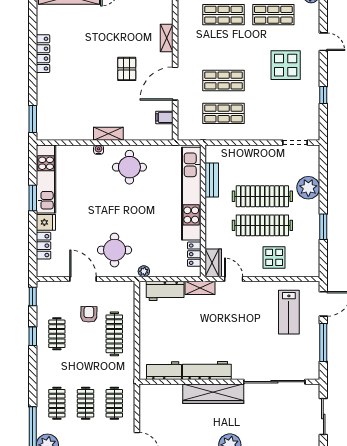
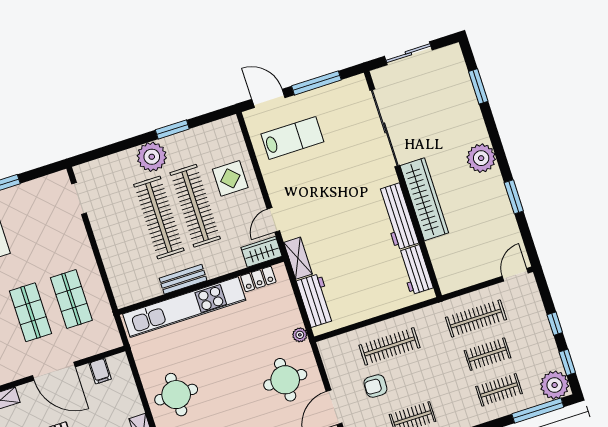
bench: (212, 180) -> (183, 279), moved
plant: (308, 188) -> (152, 157), moved
clothes rail: (114, 403) -> (476, 318), width x1.36

